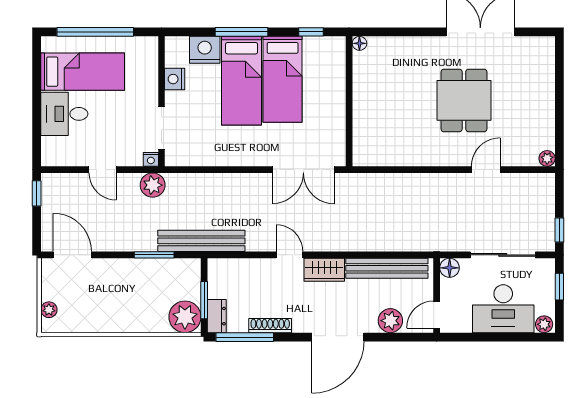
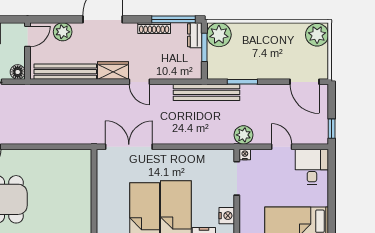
desk: (64, 114) -> (312, 167), moved, turned -90
plant: (49, 310) -> (317, 35), width x1.88, depth x1.88

